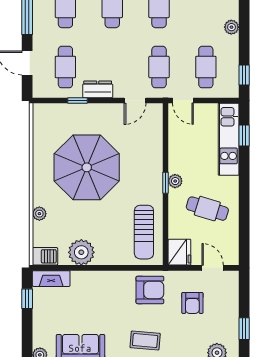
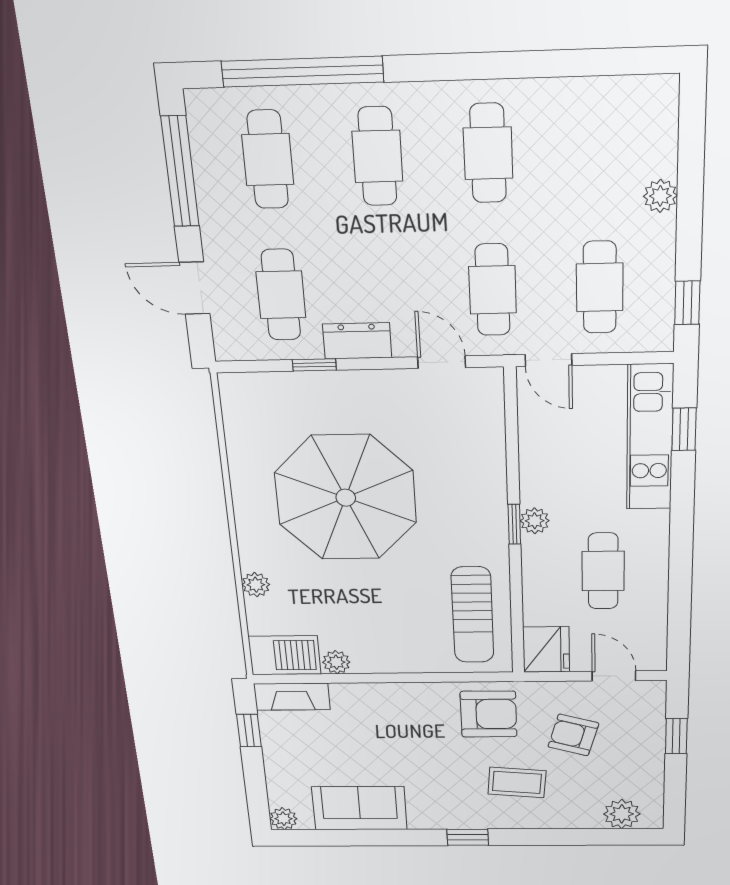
door: (135, 100) -> (442, 362), swing flipped
cafe table: (207, 209) -> (603, 571), turned 73
plant: (81, 252) -> (336, 662), width x0.53, depth x0.53
barbecue: (45, 256) -> (285, 655), width x1.38, depth x1.27
armchair: (192, 303) -> (573, 735), turned 106
window: (244, 329) -> (676, 736), moved
coffee table: (145, 341) -> (517, 782), moved

